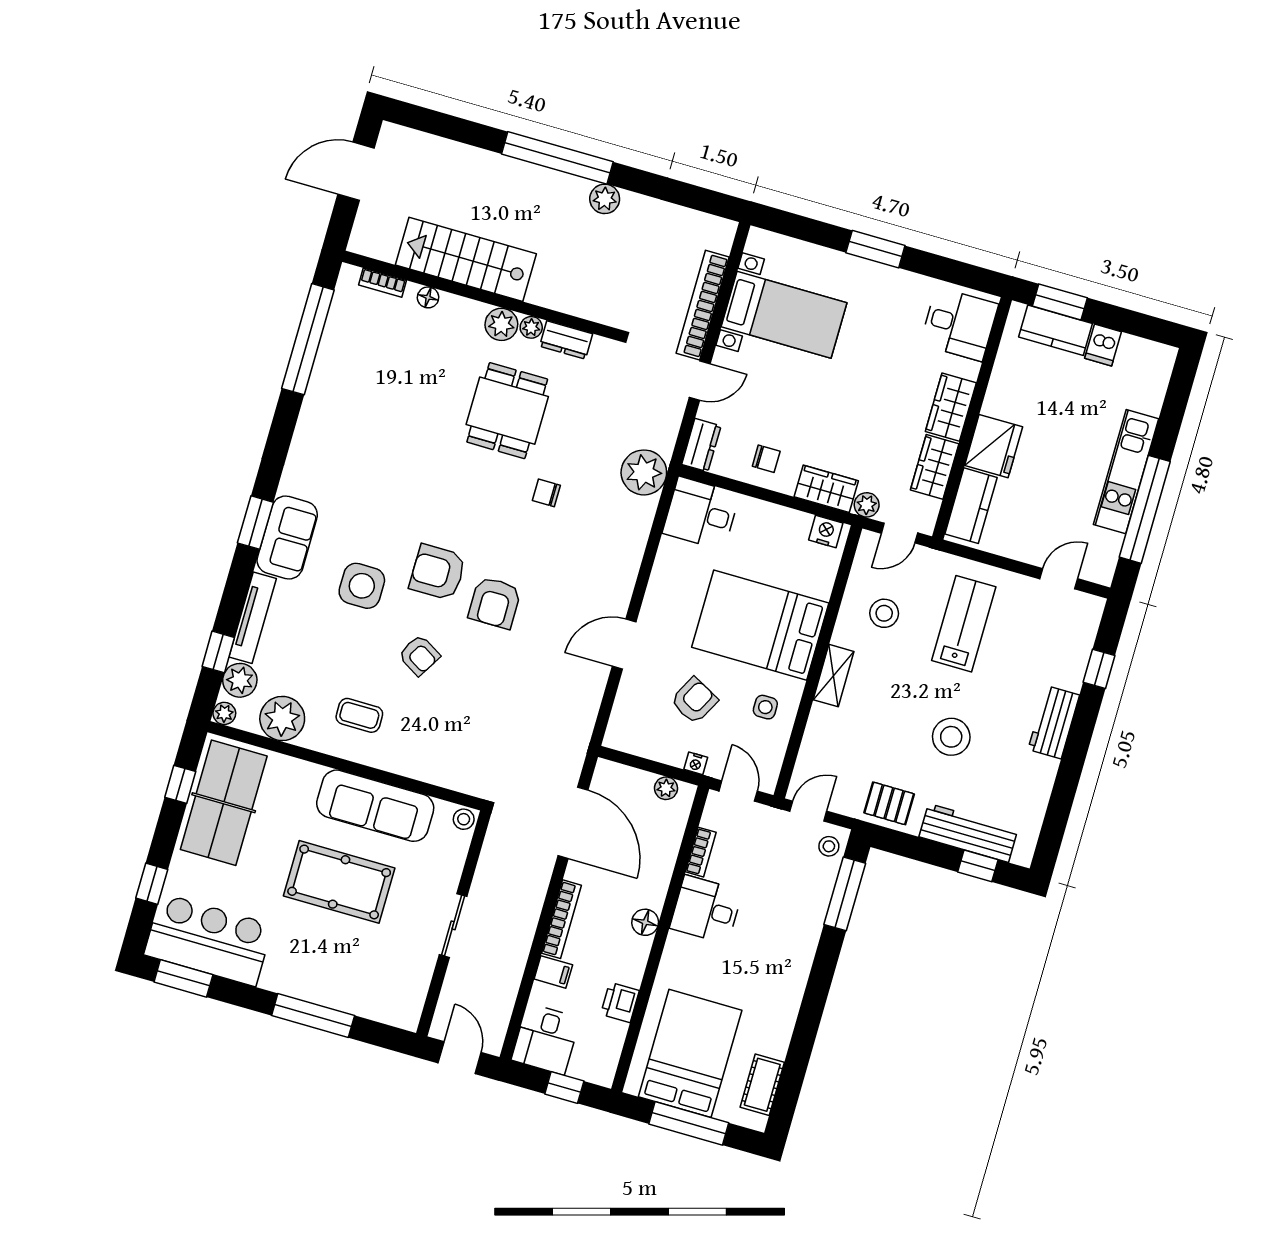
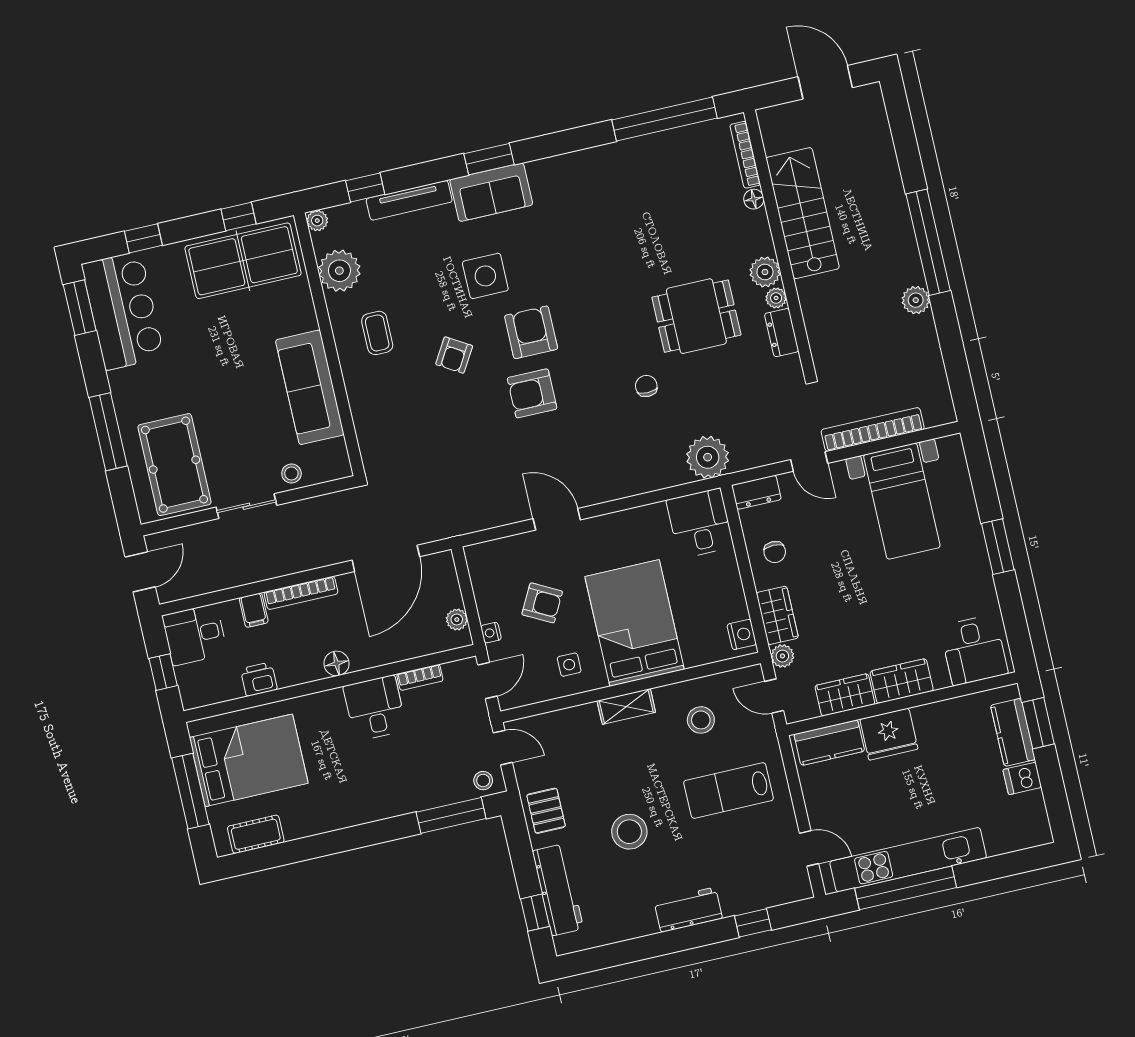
bookcase: (382, 283) -> (745, 155), width x1.56
kitchen unit: (1126, 472) -> (908, 860), width x1.36
lab bench: (964, 624) -> (729, 790), turned 180
plant: (240, 680) -> (352, 218), removed
stool: (464, 819) -> (291, 474), moved
pool table: (339, 882) -> (174, 465), moved

